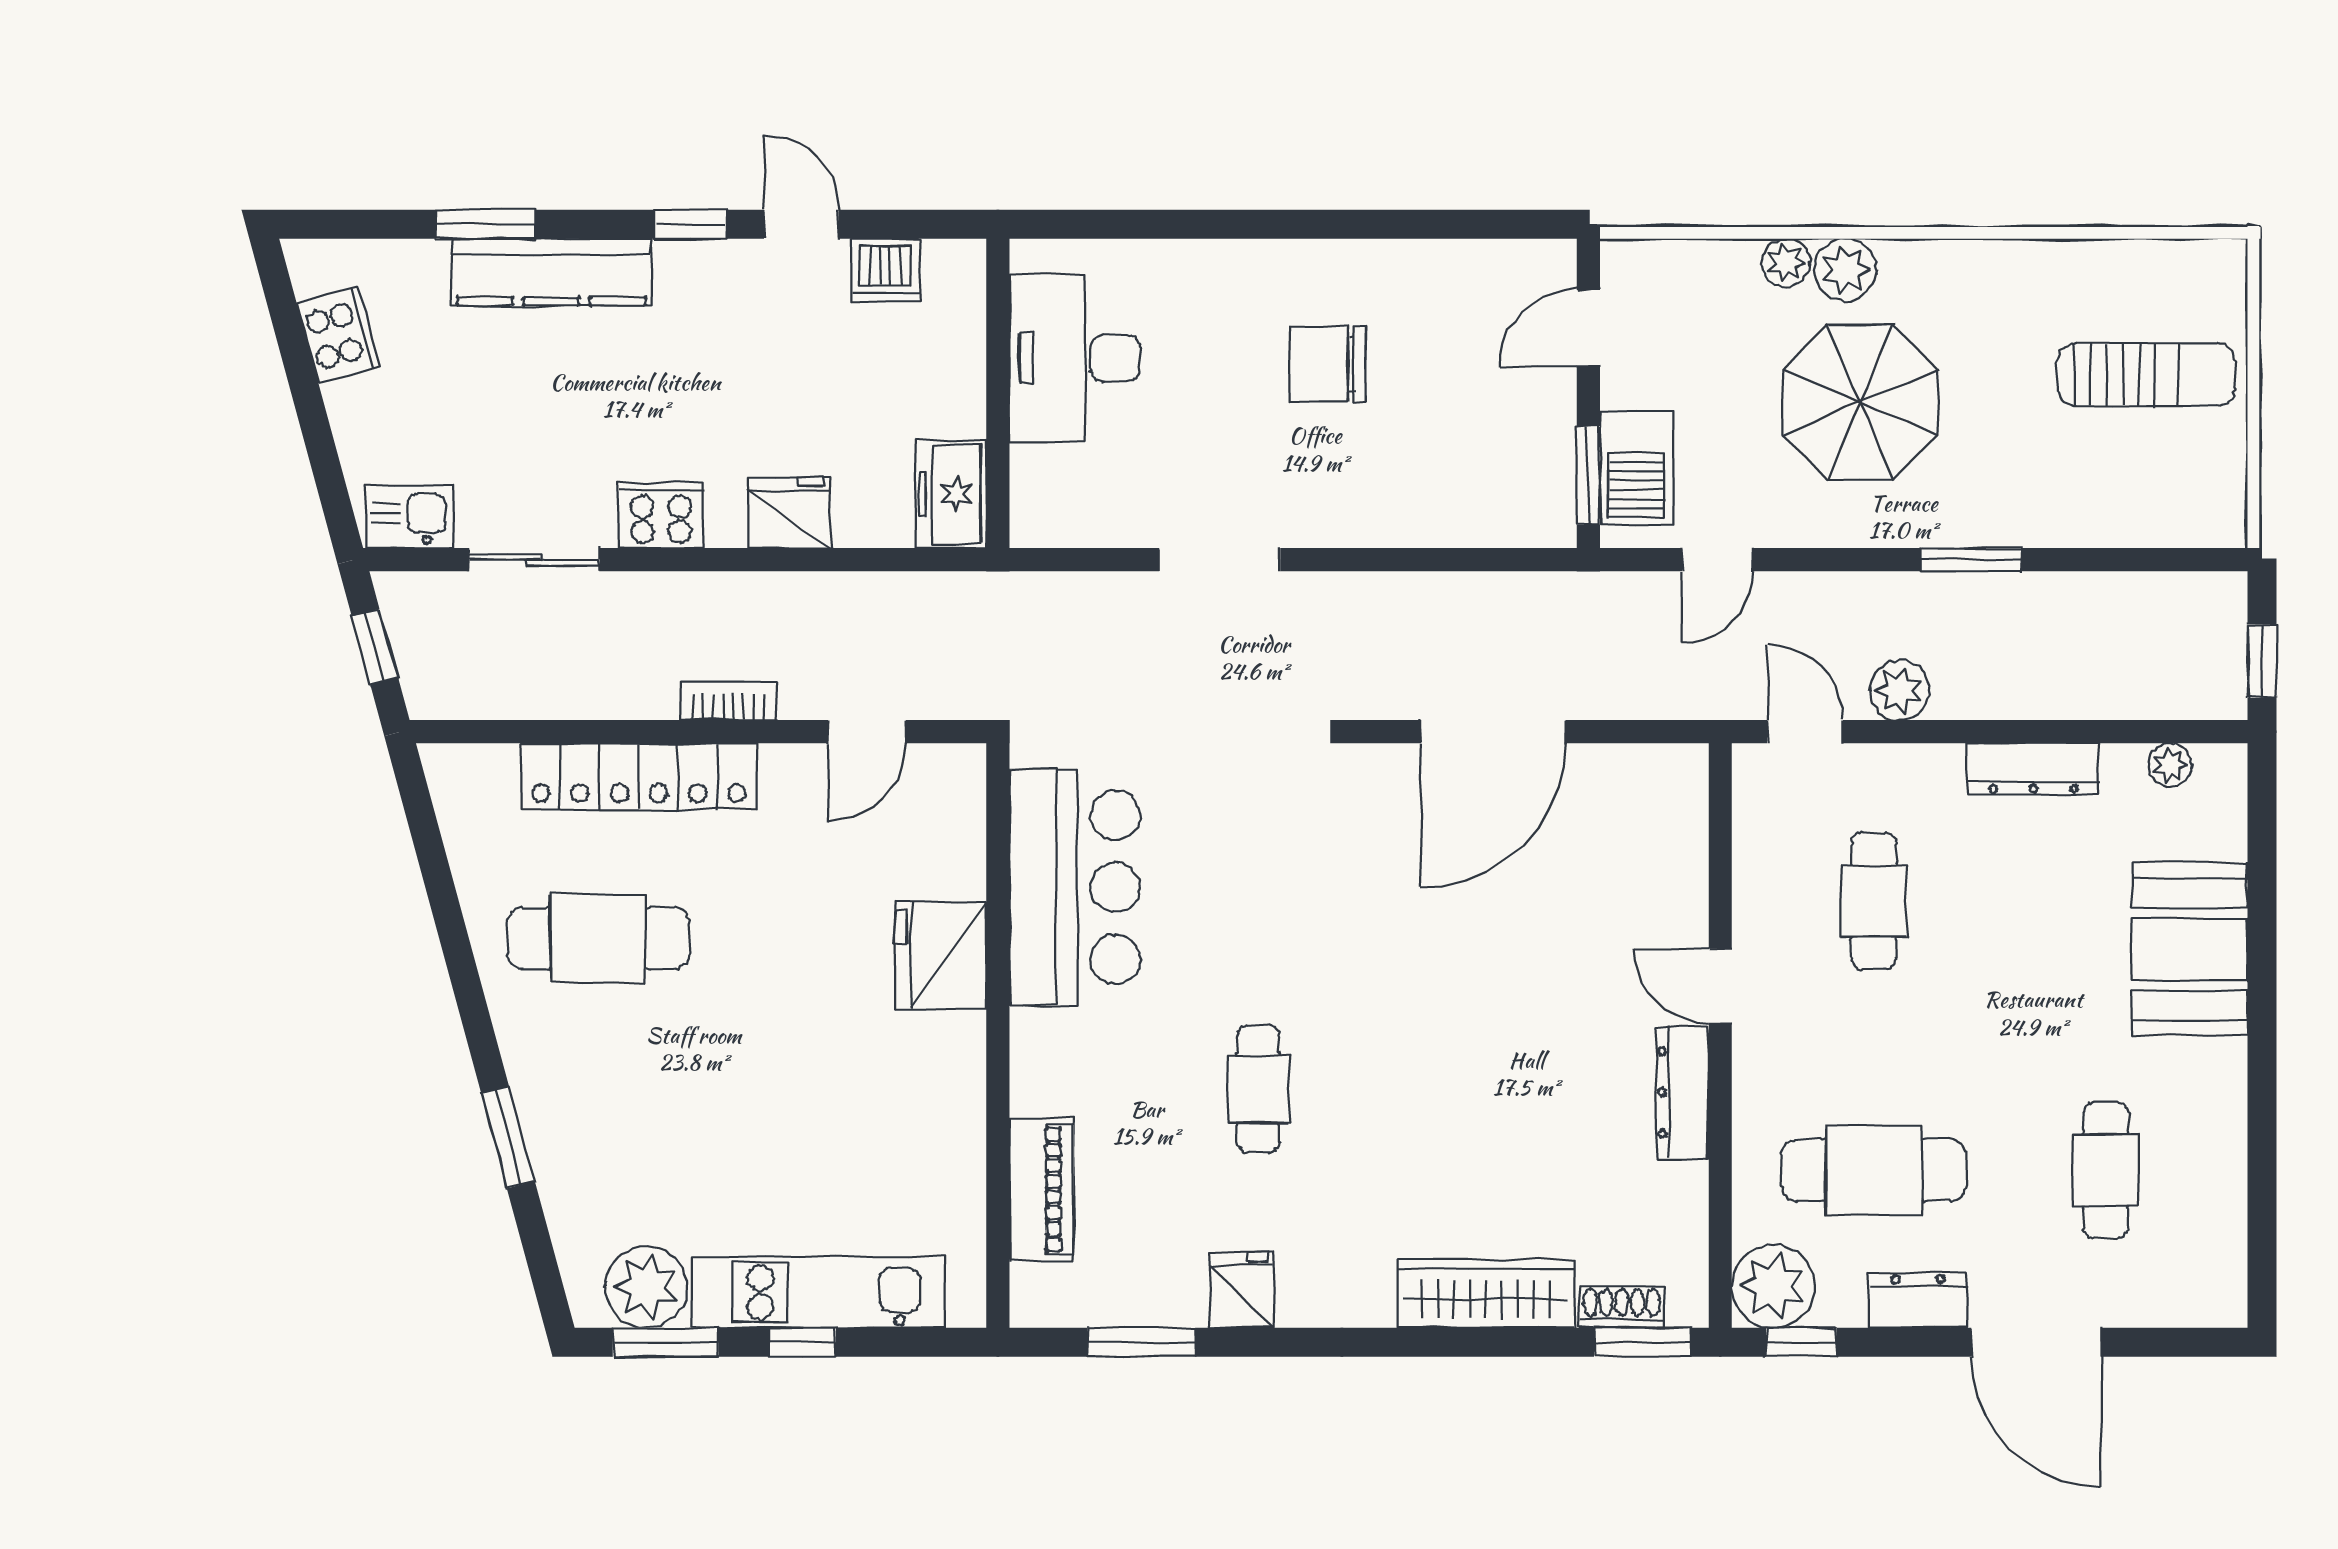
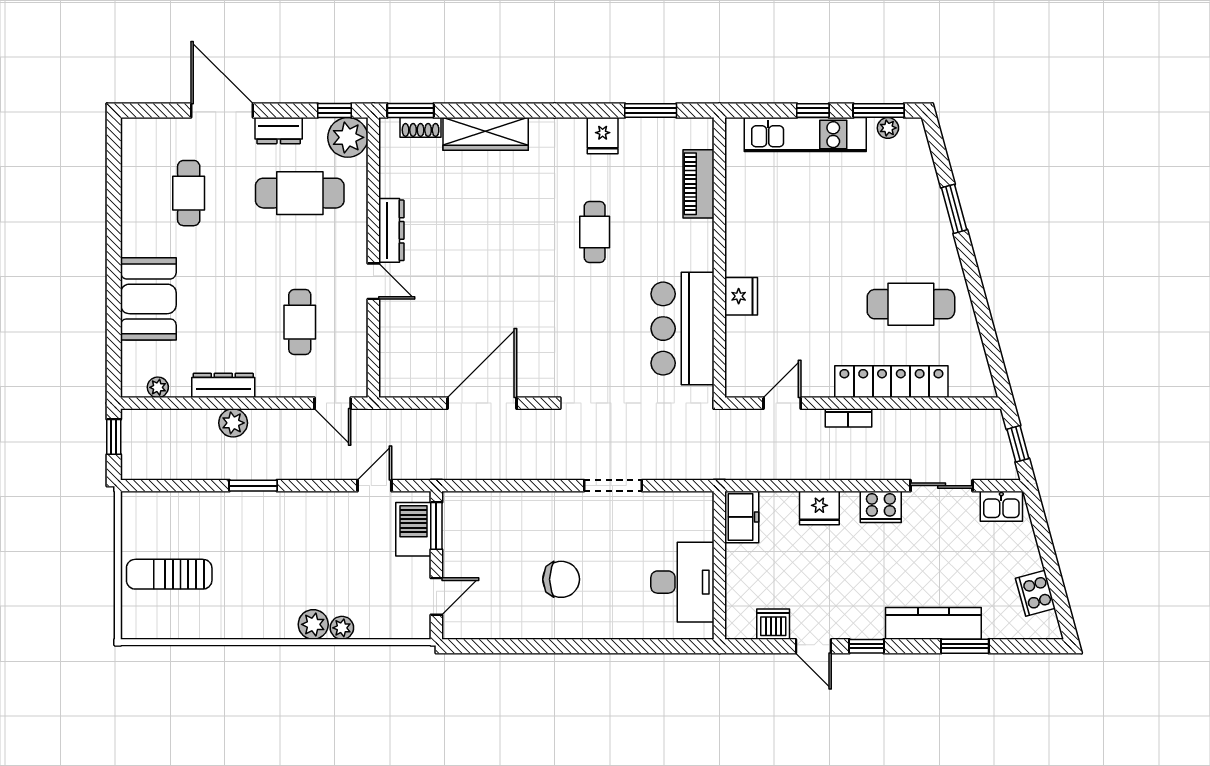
parasol: (1860, 402) -> (306, 561), removed
plant: (1900, 690) -> (233, 423), moved
fridge: (941, 955) -> (741, 296), width x0.73, depth x0.75
plant: (646, 1287) -> (888, 128), width x0.53, depth x0.53

